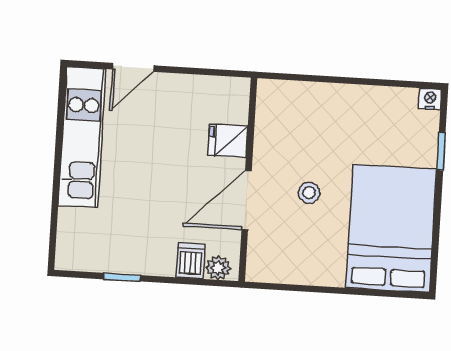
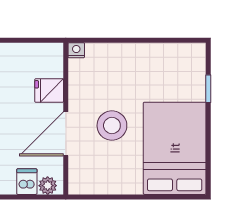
nightstand: (430, 99) -> (76, 50), moved
stool: (309, 193) -> (112, 126), width x1.89, depth x1.89

